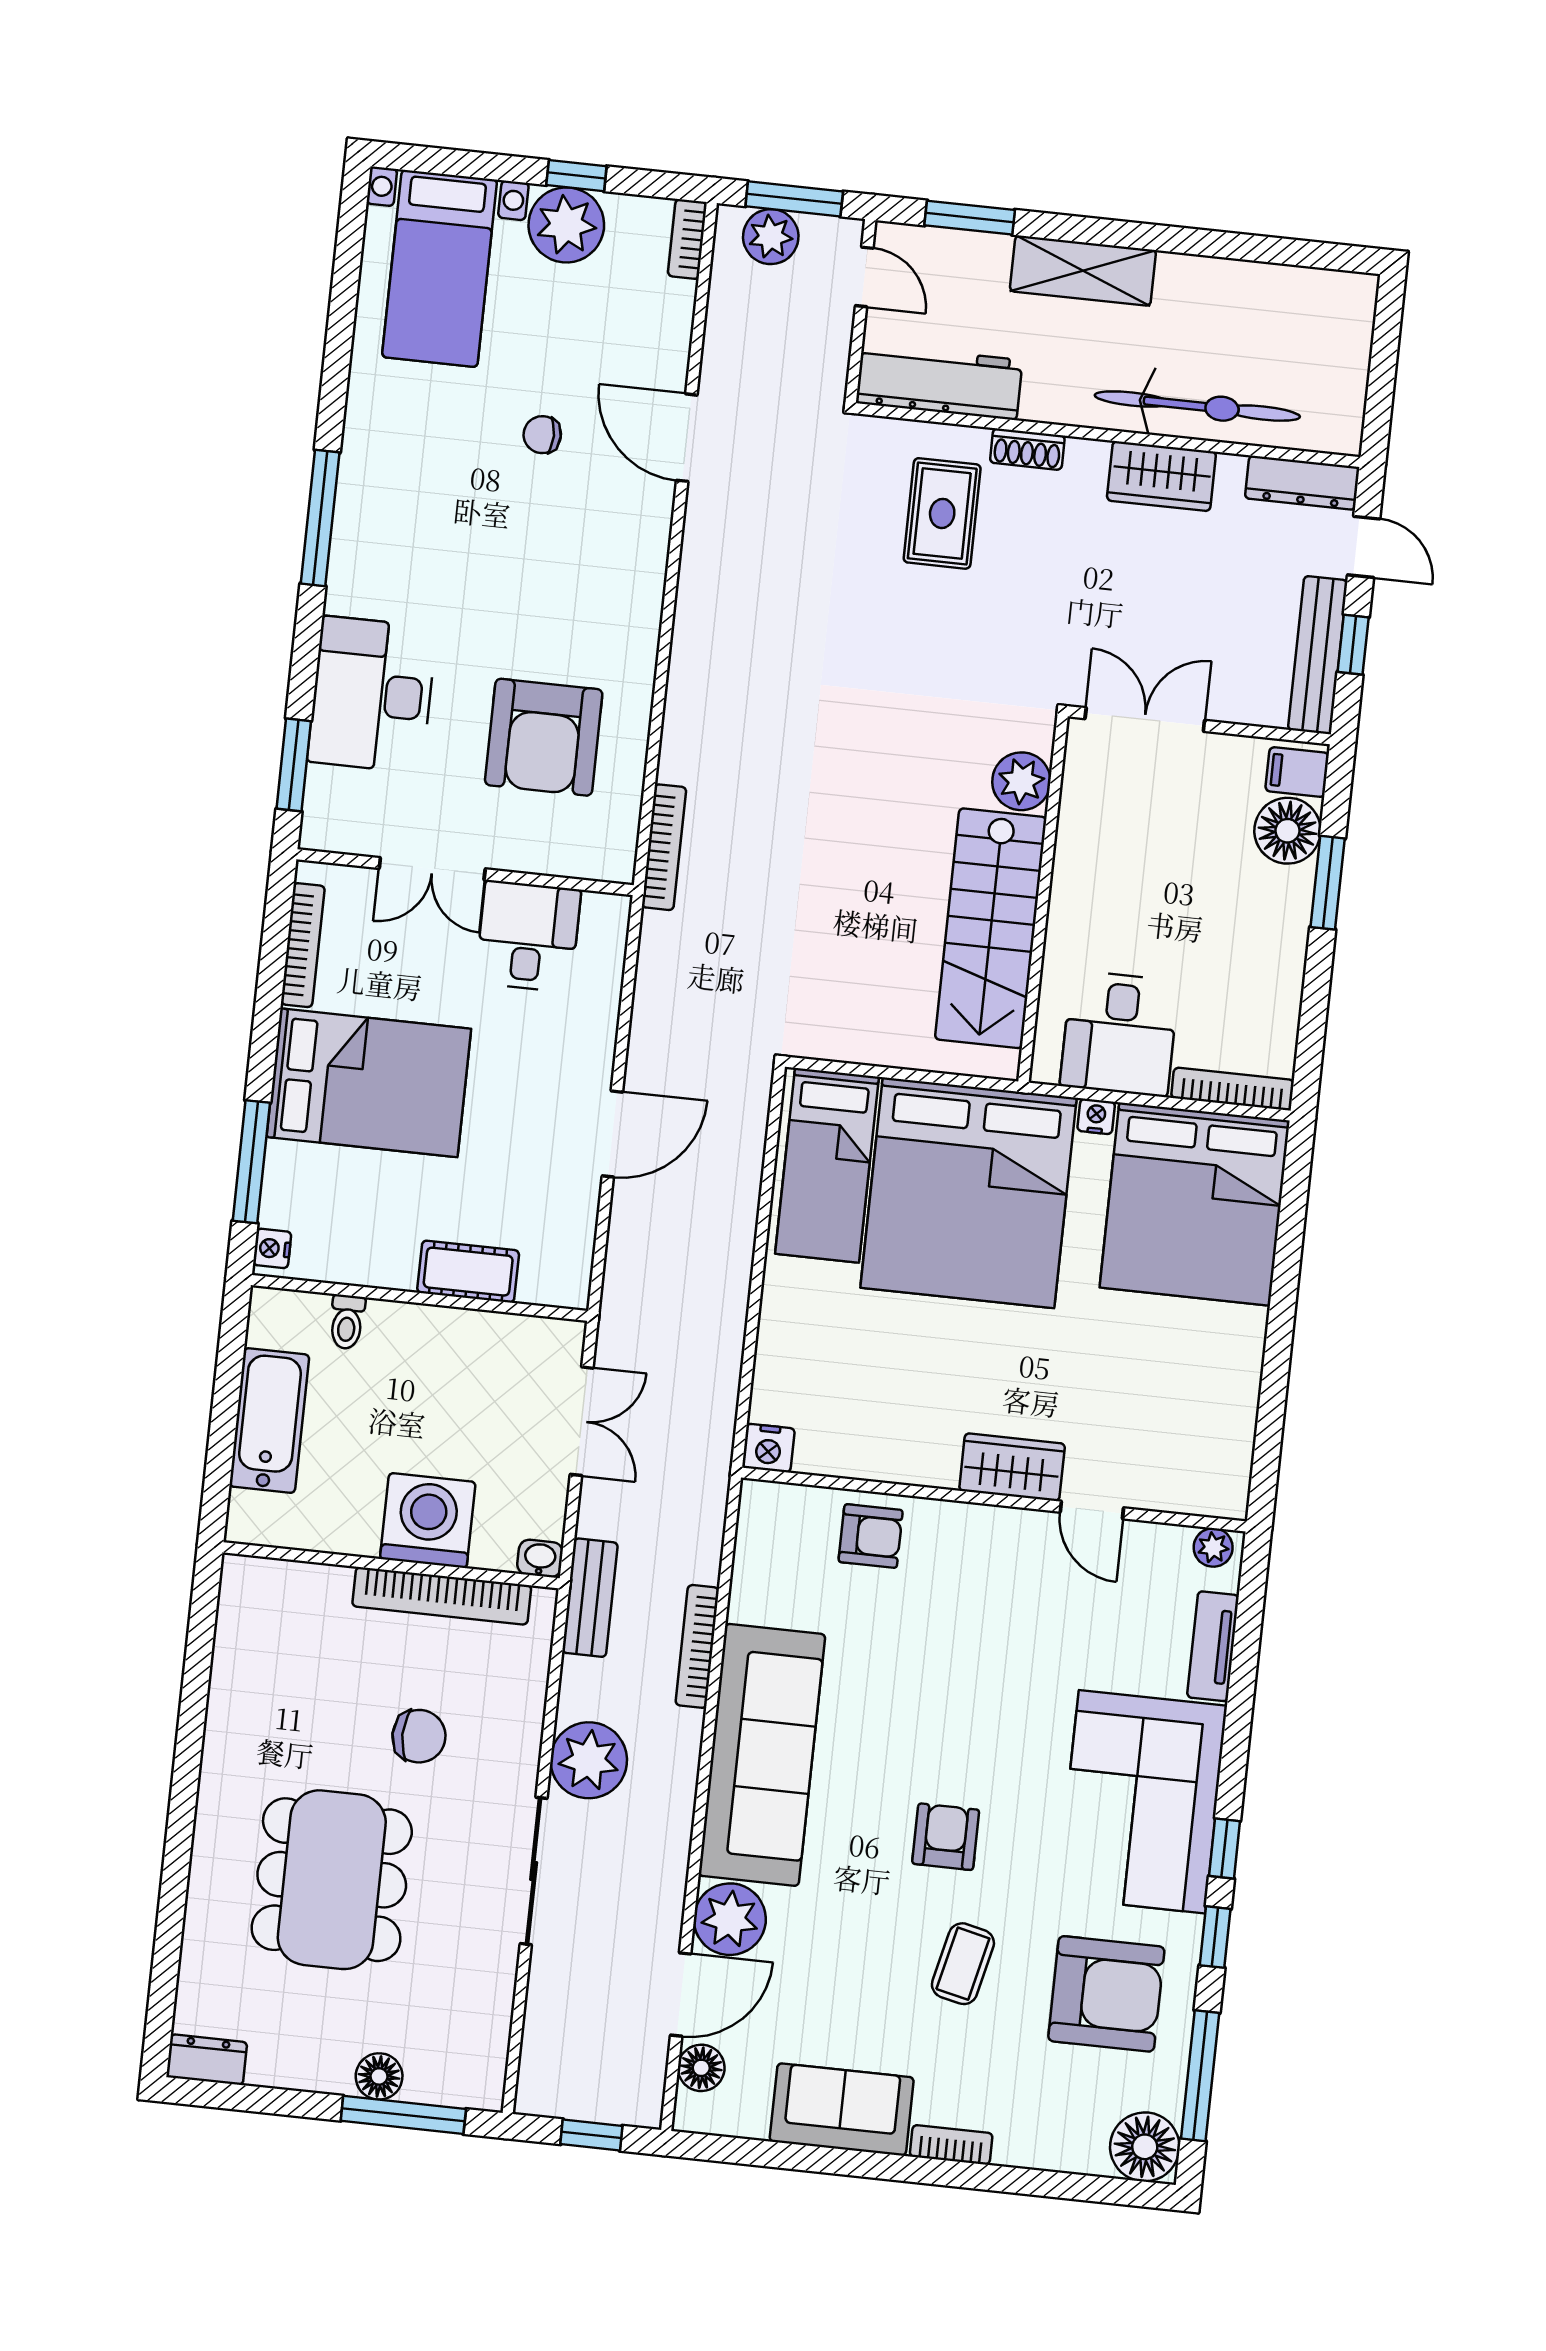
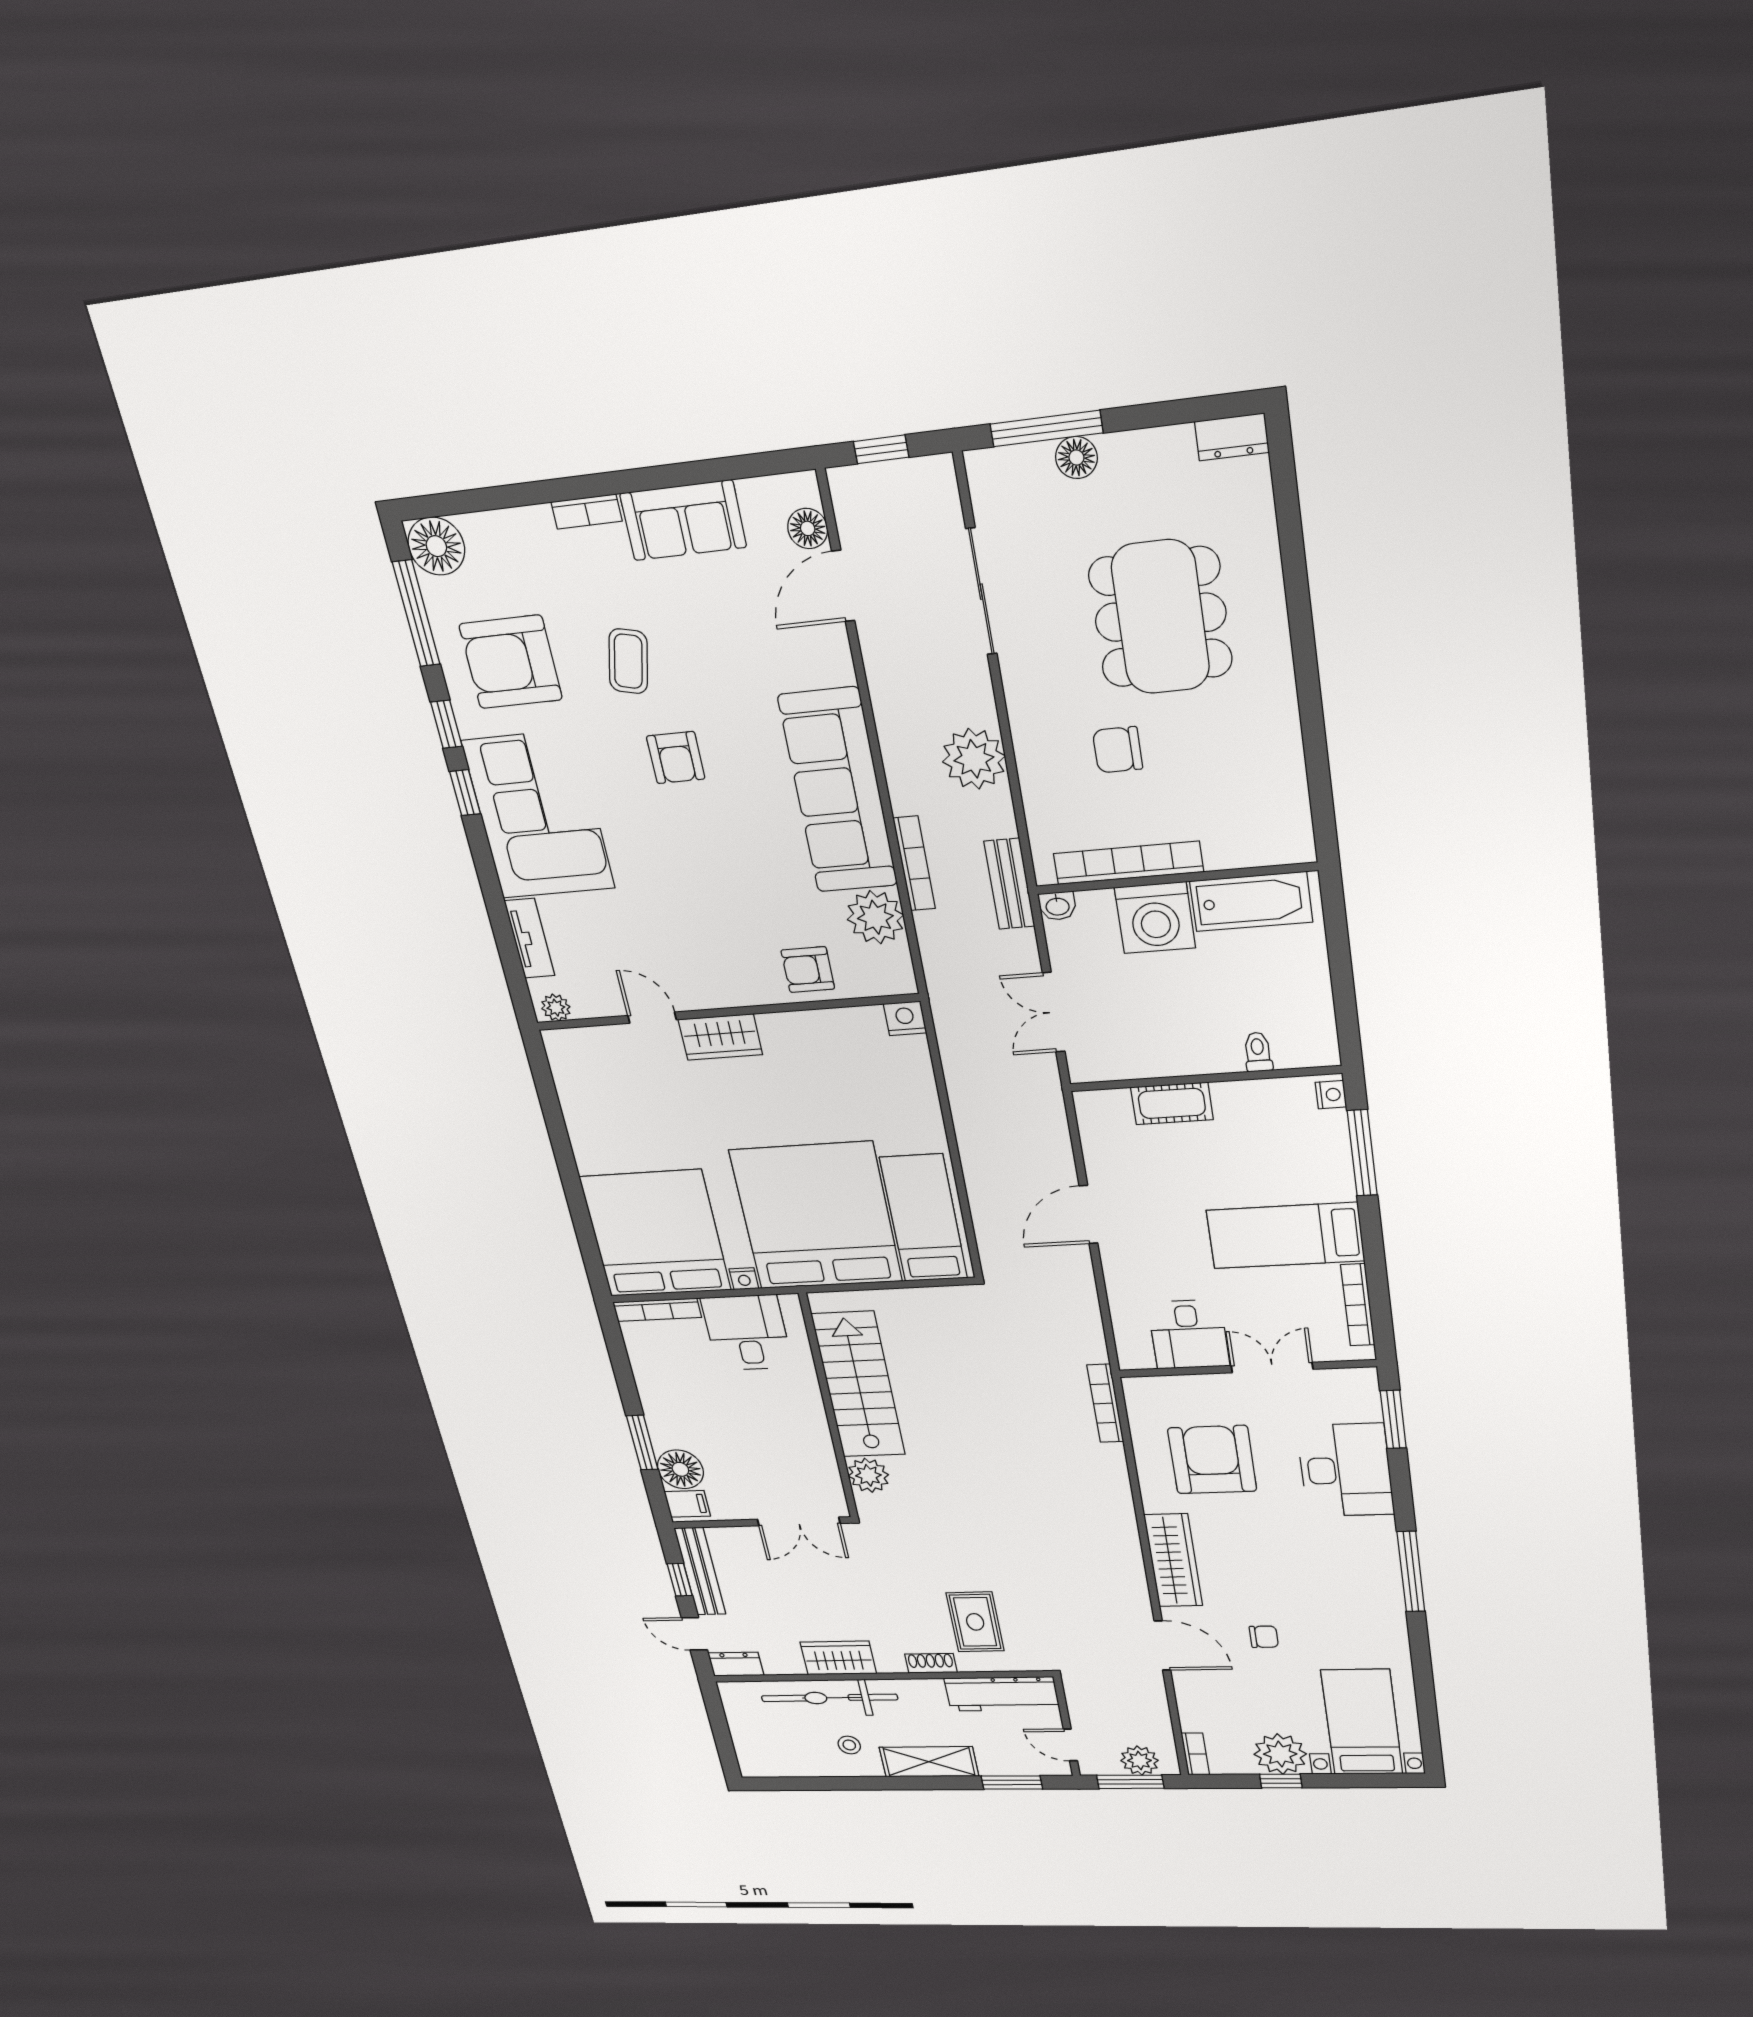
stool: (1194, 316) -> (849, 1745), added
dresser: (1302, 483) -> (736, 1664), width x0.70
wardrobe: (636, 580) -> (1173, 1560), added
bed: (369, 1083) -> (1285, 1236), width x0.67
bathtub: (269, 1421) -> (1251, 902), moved, turned -90
sliding door: (534, 1871) -> (981, 592), moved
plant: (730, 1919) -> (875, 917), moved

